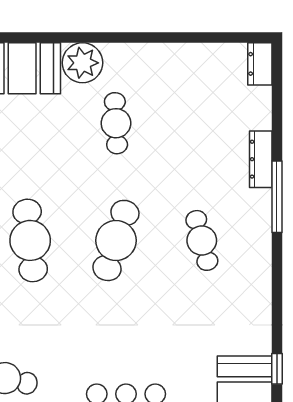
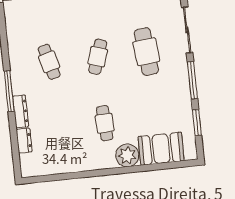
dresser: (260, 64) -> (24, 141), moved
cafe table: (116, 240) -> (98, 57), width x0.73, depth x0.74

